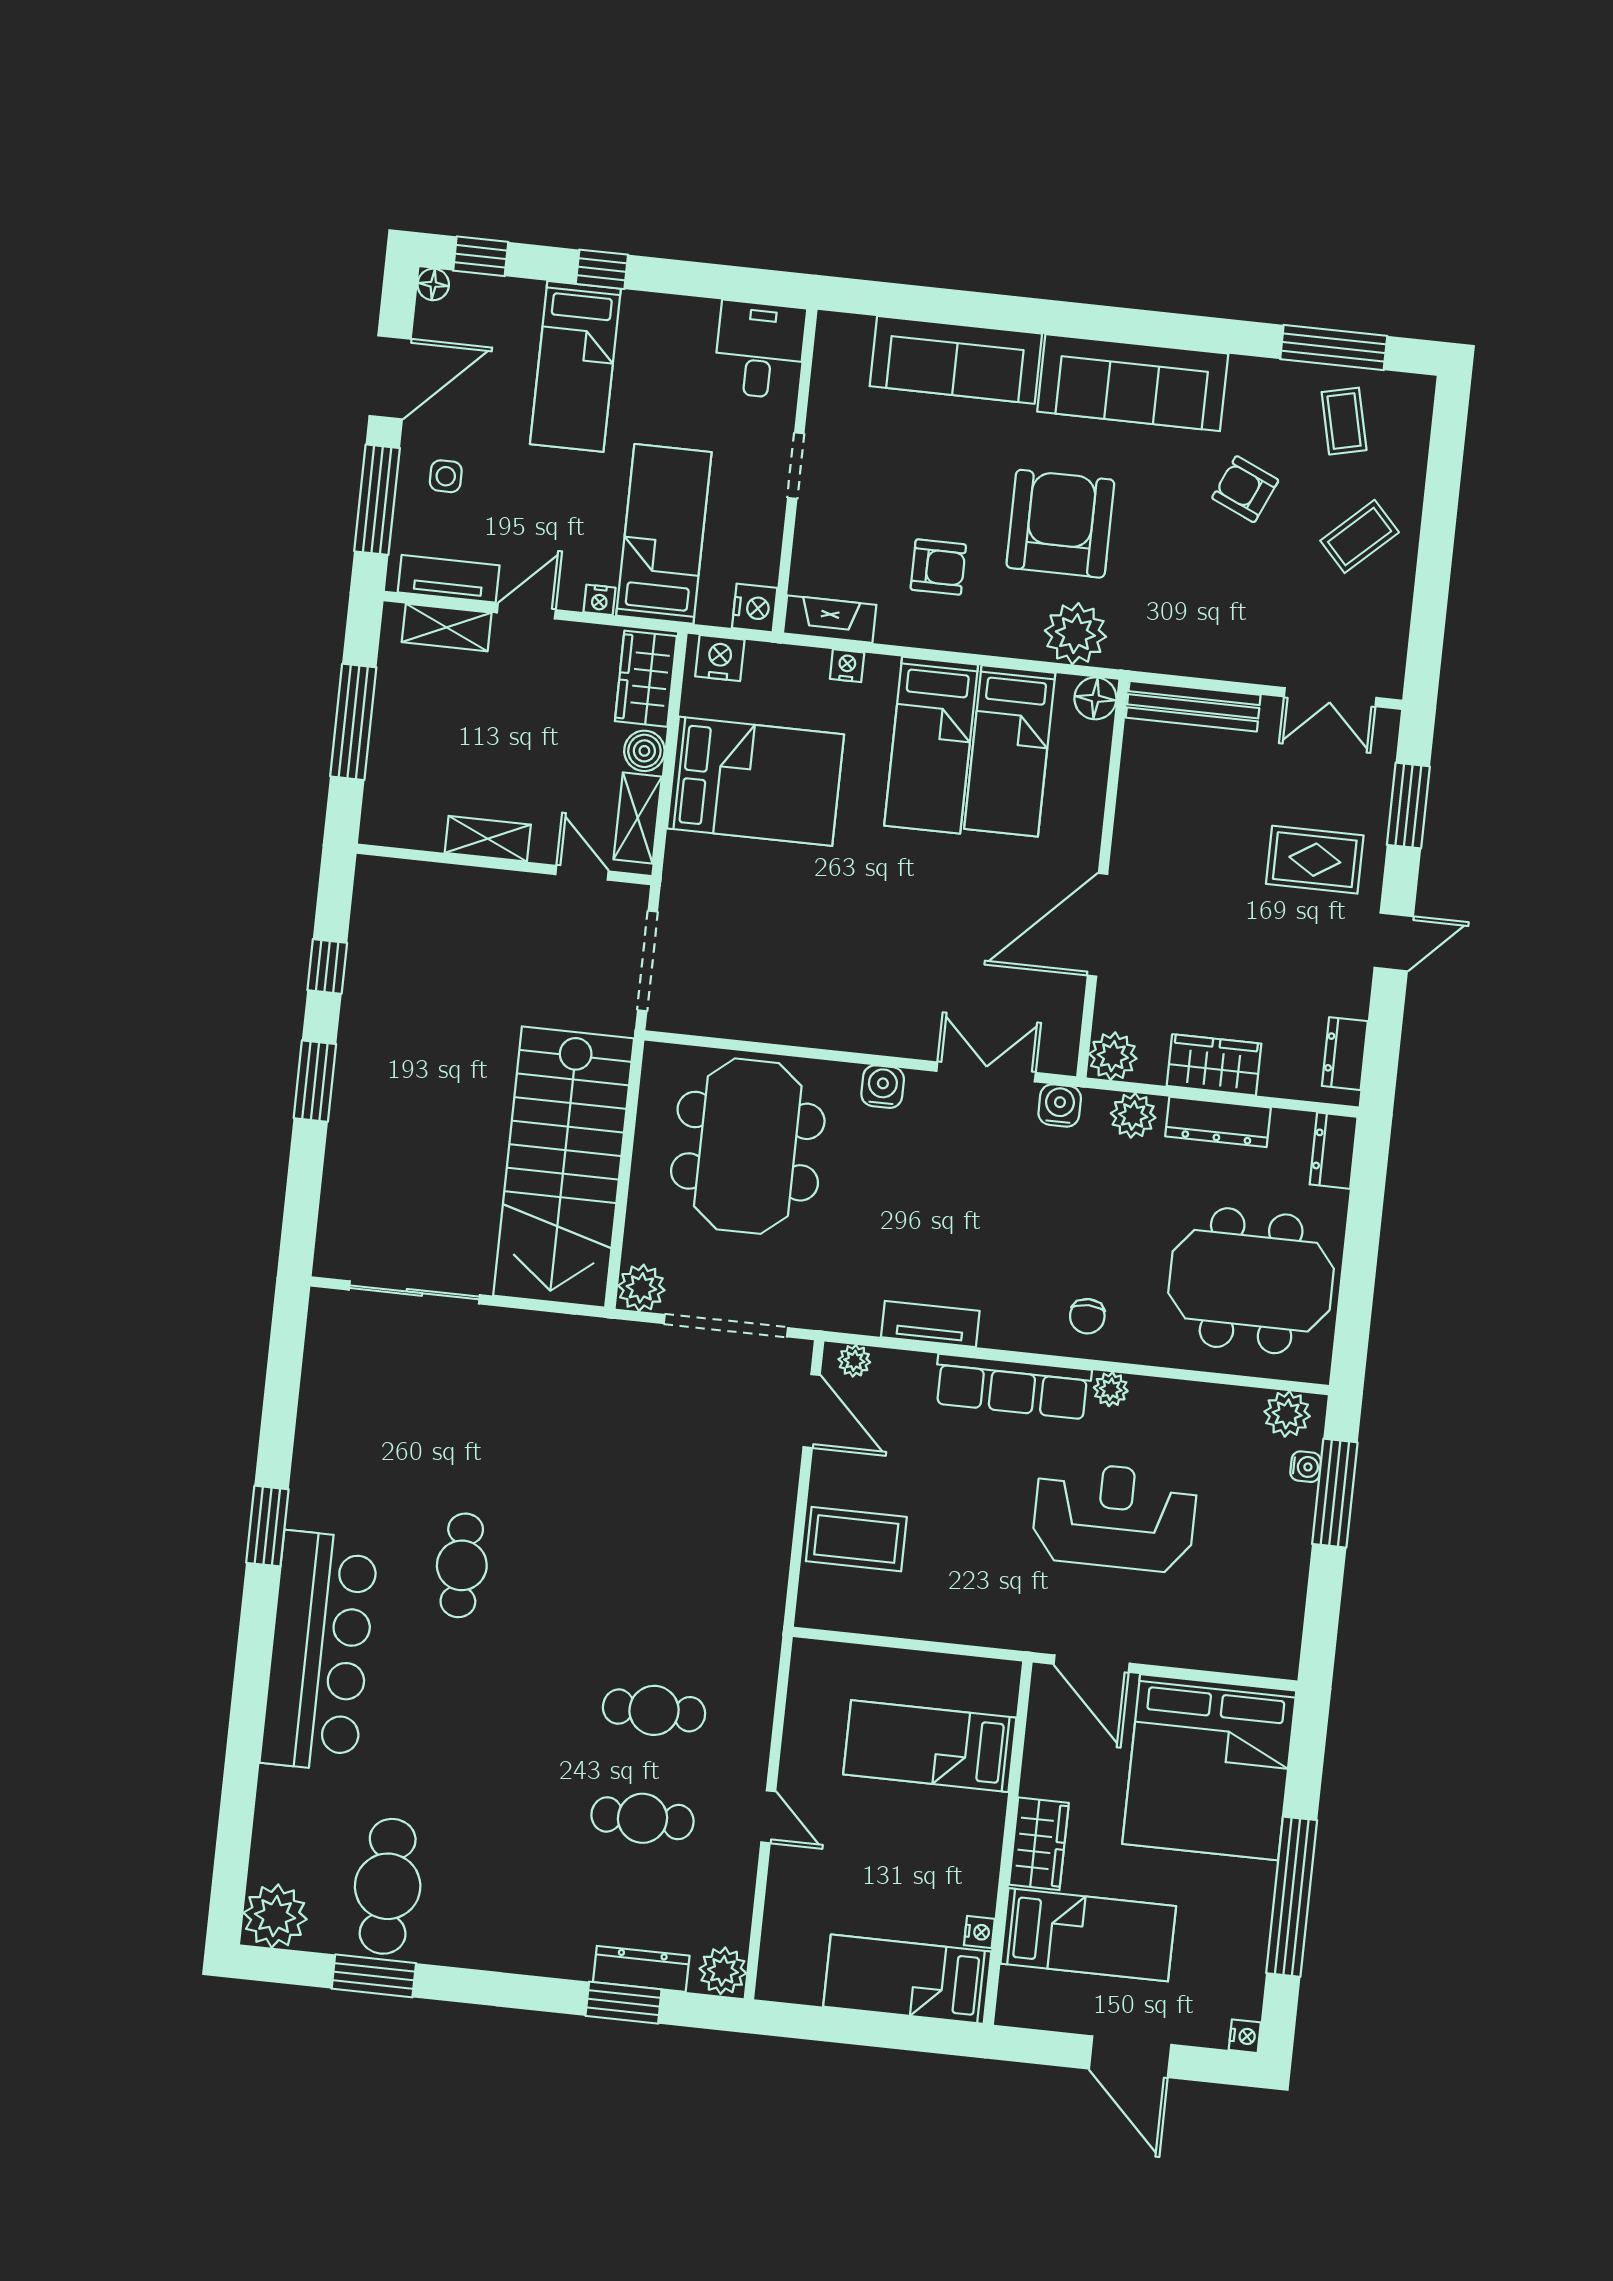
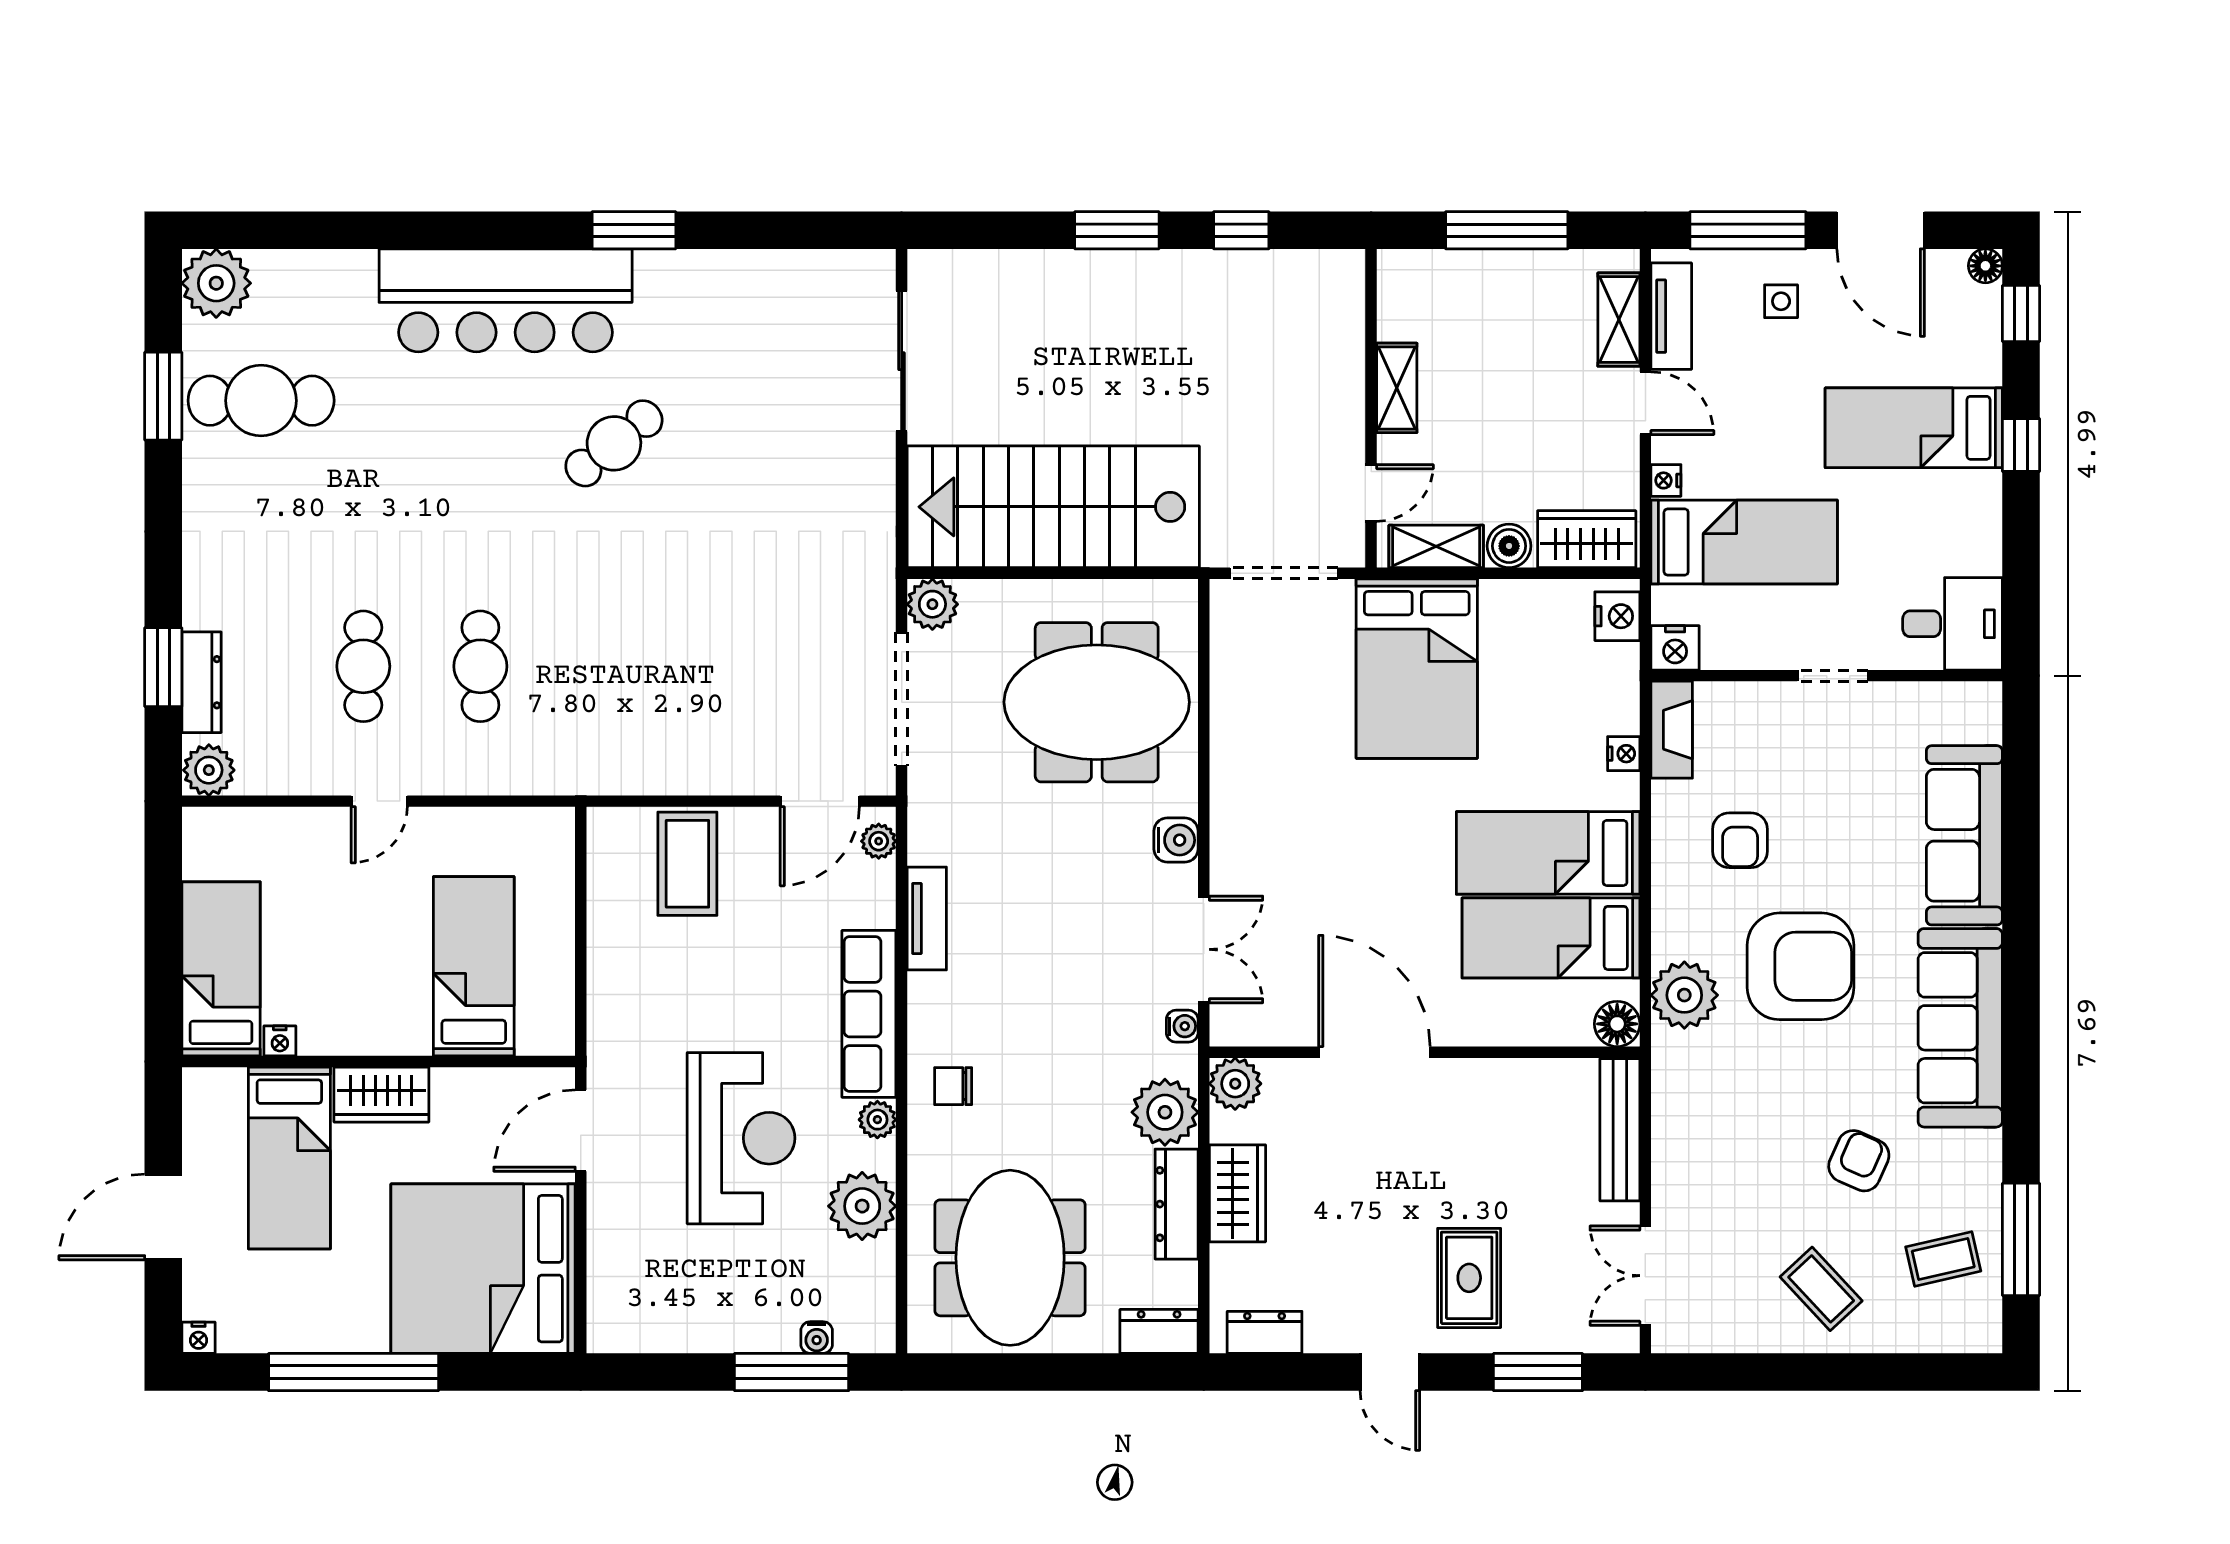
bed: (755, 781) -> (1417, 669), moved
water cooler: (1060, 1105) -> (1182, 1026), width x0.72, depth x0.72
plant: (1133, 1115) -> (1165, 1112), width x1.36, depth x1.36
plant: (1287, 1414) -> (862, 1206), moved, width x1.36, depth x1.36
cafe table: (462, 1565) -> (614, 443), turned -39

